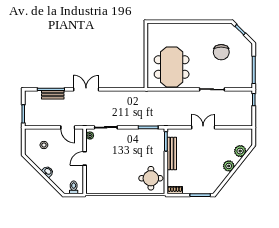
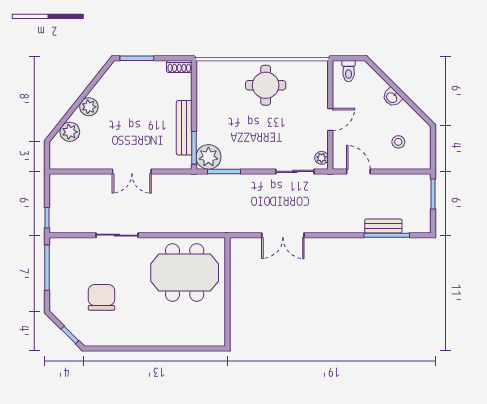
meeting table: (172, 67) -> (185, 272), turned 90
double door: (86, 89) -> (283, 235), moved
plant: (157, 136) -> (208, 157), added
round table: (151, 178) -> (266, 85), moved

